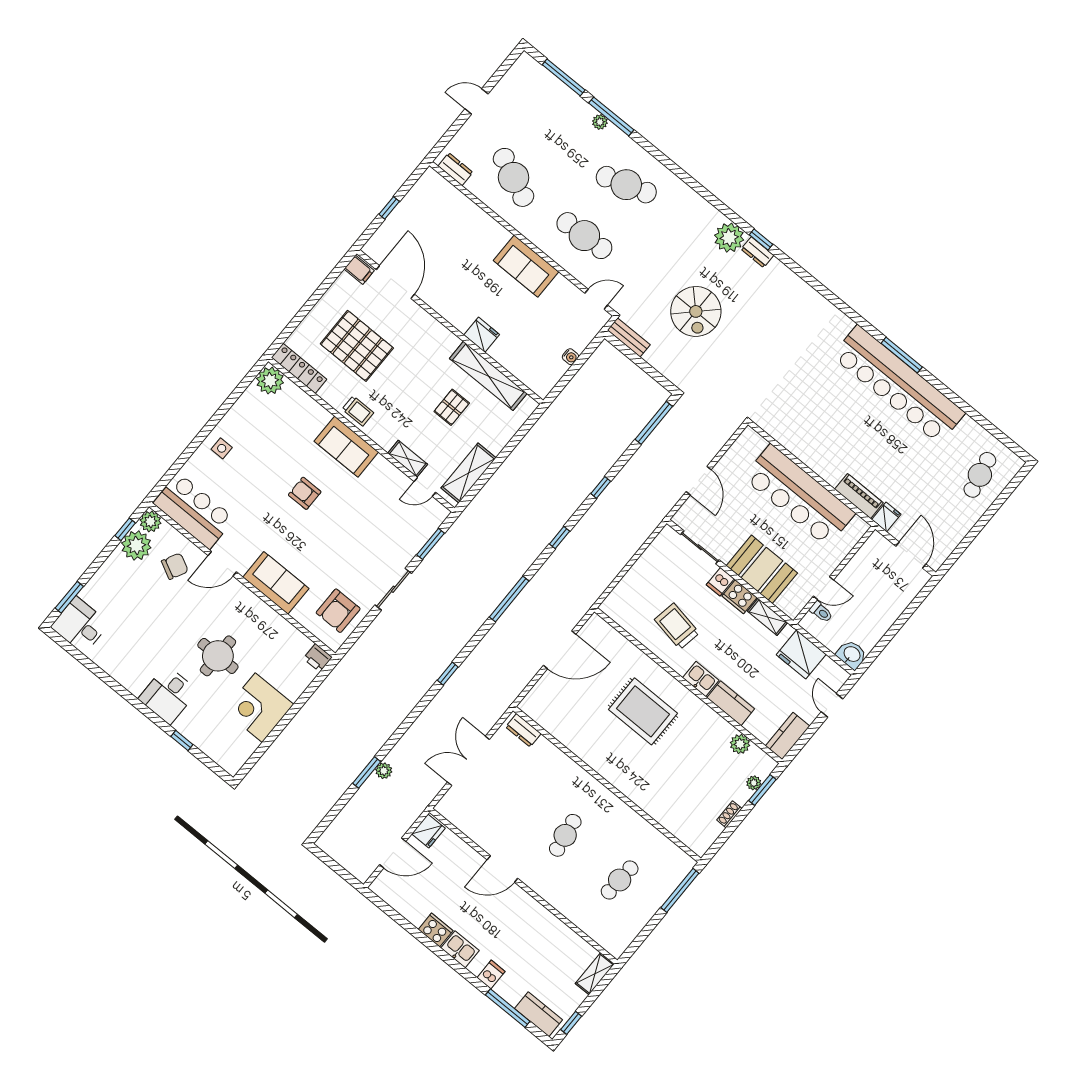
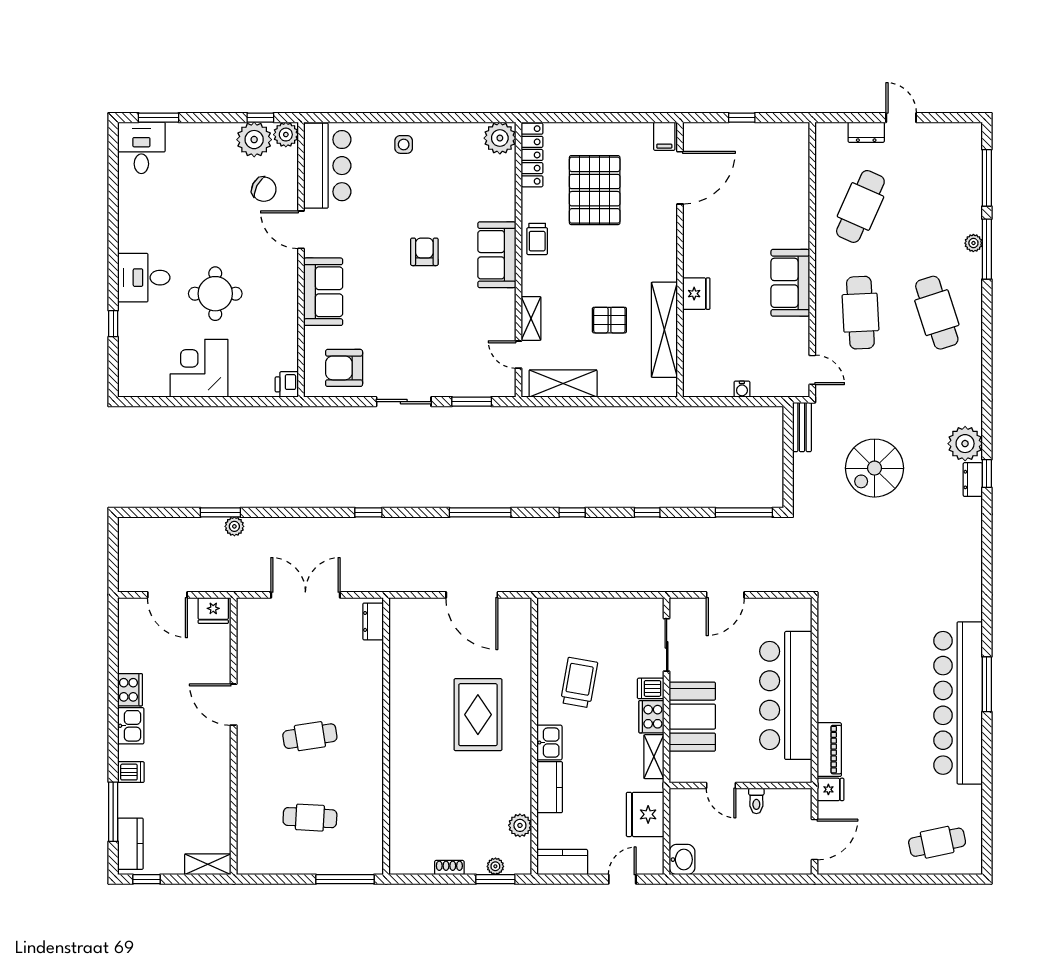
dresser: (455, 169) -> (866, 132), moved, turned 90
toilet: (821, 612) -> (756, 801), moved

